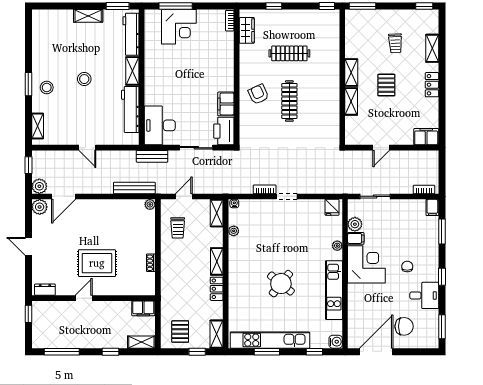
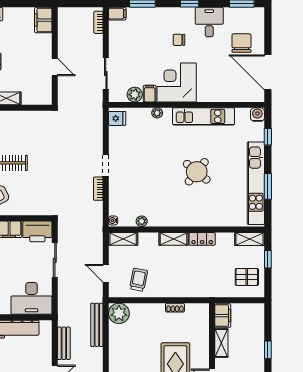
bench: (152, 156) -> (64, 343), moved
plant: (150, 204) -> (119, 313), width x1.88, depth x1.88
trolley: (178, 228) -> (139, 280), turned -79
shelving: (141, 342) -> (221, 343), moved

